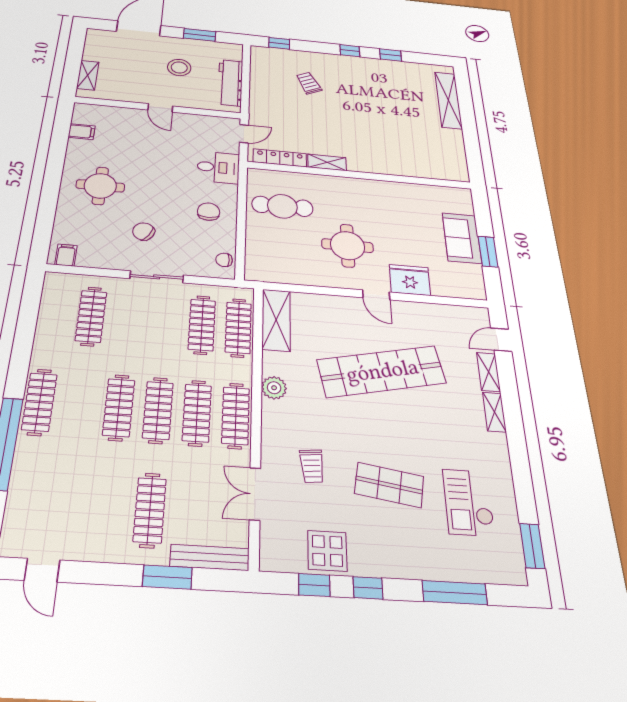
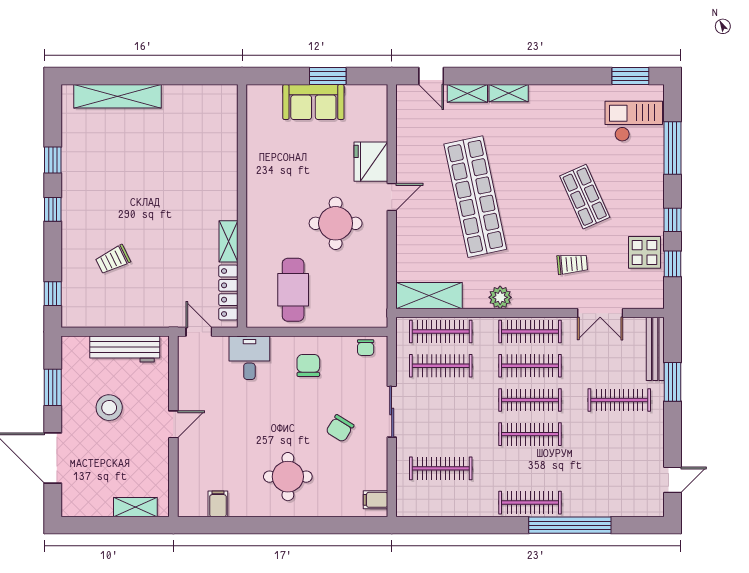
chair: (209, 212) -> (308, 365), turned 90
shop shelf: (389, 485) -> (585, 197), turned -33
checkout: (468, 502) -> (634, 121), moved, turned 180

